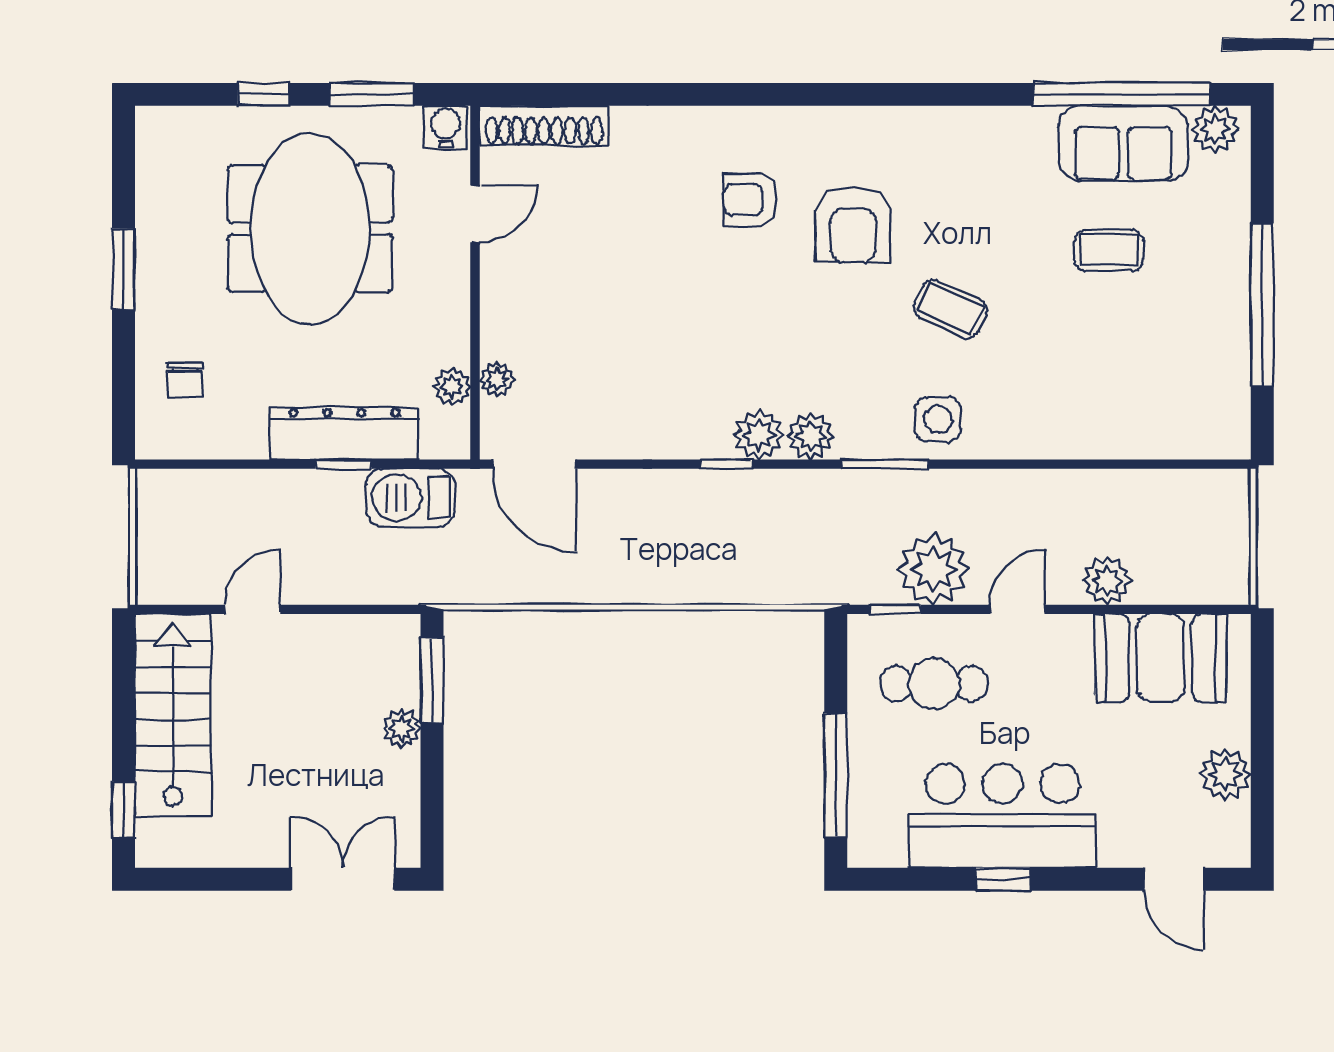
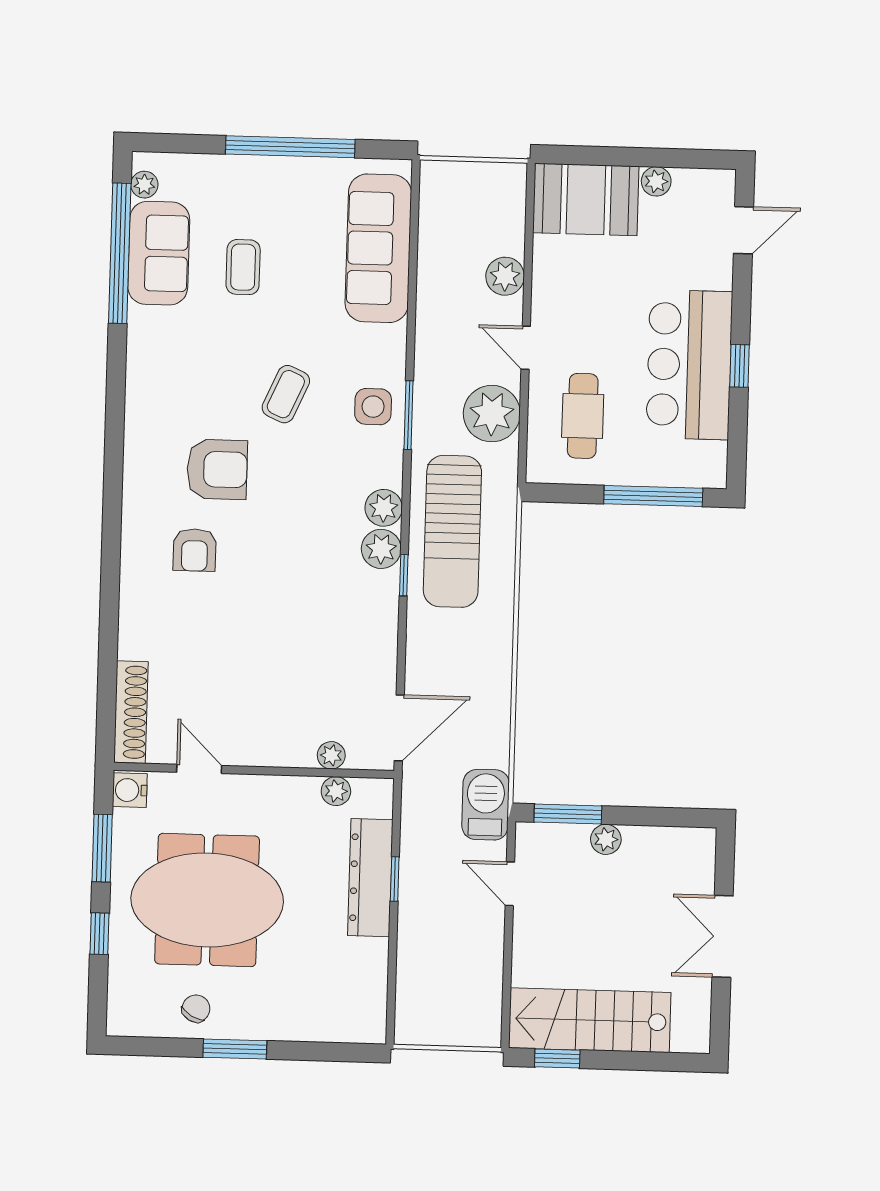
plant: (1215, 129) -> (144, 185), width x0.73, depth x0.73
chair: (185, 380) -> (196, 1009), moved, turned -60
sofa: (1138, 420) -> (378, 248), added
window: (885, 464) -> (408, 415), moved
barbecue: (411, 498) -> (486, 805), moved, turned 180
sun lounger: (784, 524) -> (452, 531), added
door: (253, 609) -> (510, 884), moved
window: (895, 609) -> (523, 445), removed
booth: (1161, 658) -> (586, 199), moved, turned 90
plant: (1225, 774) -> (656, 181), width x0.73, depth x0.73
window: (123, 810) -> (557, 1059), moved
double door: (343, 879) -> (723, 936), moved

